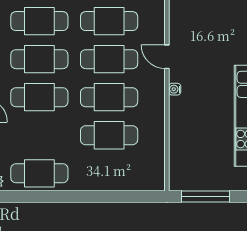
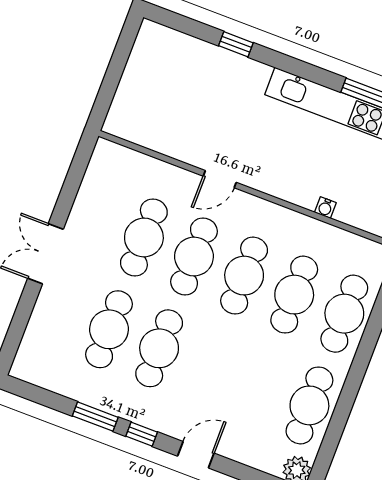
water cooler: (175, 89) -> (325, 208), moved
cafe table: (39, 97) -> (344, 314), moved

